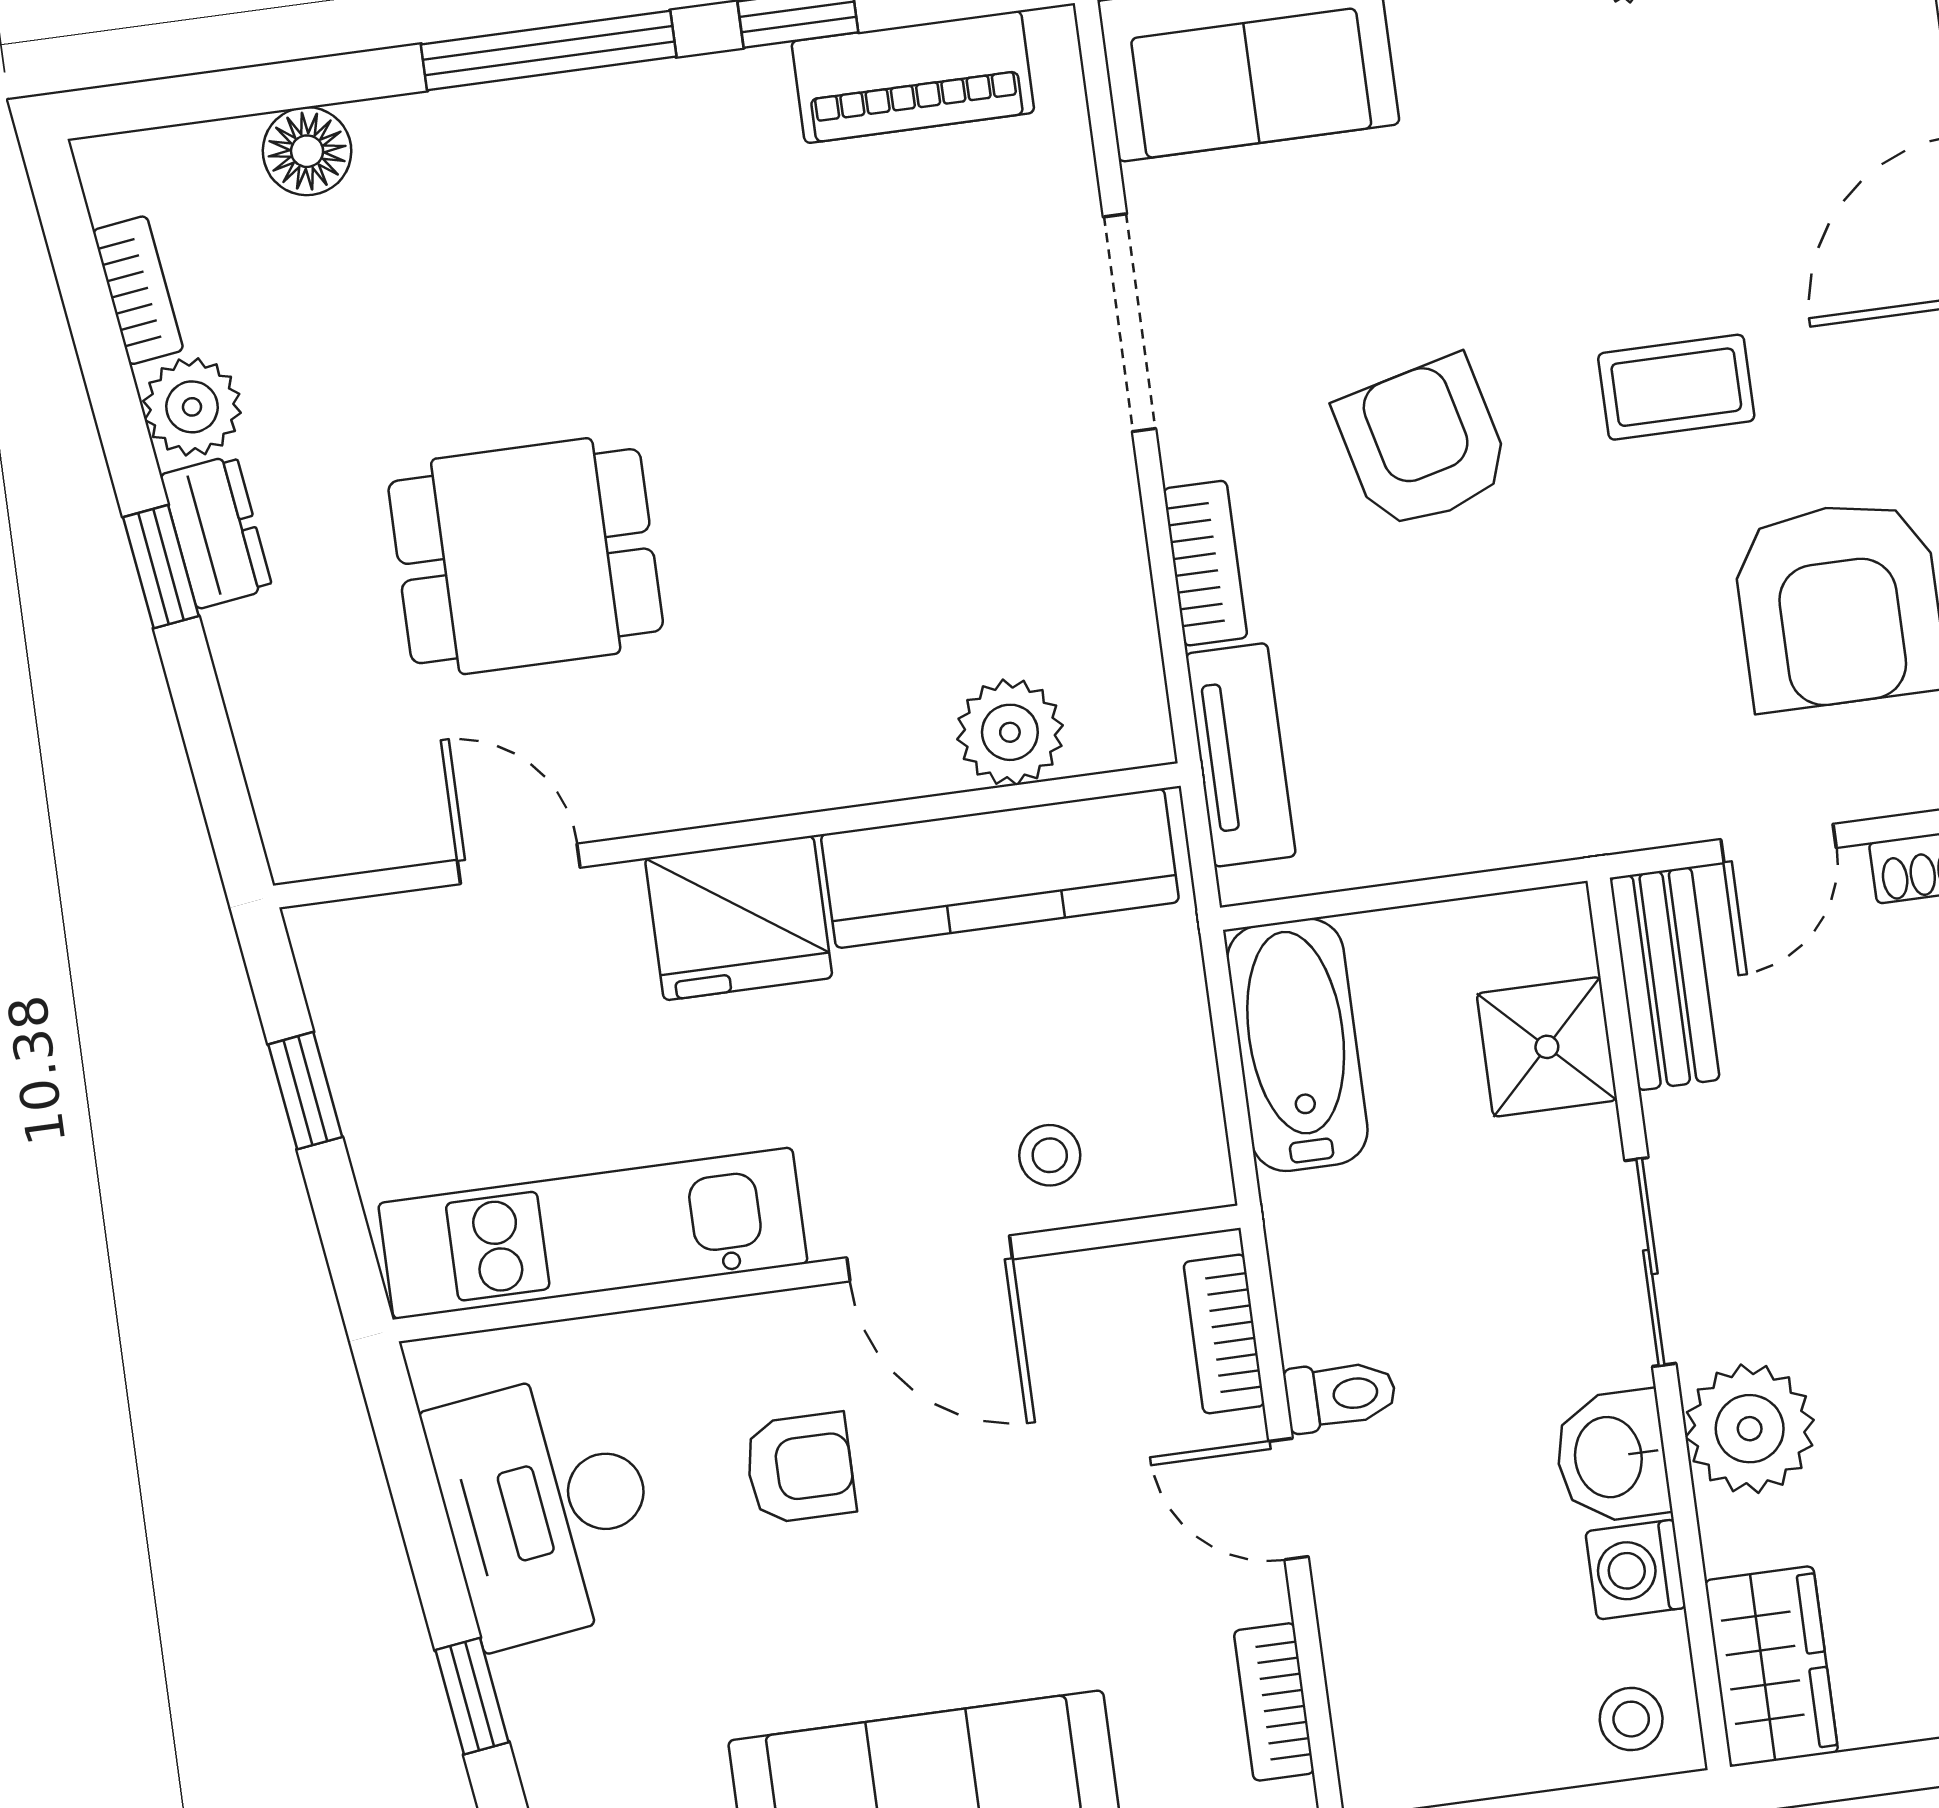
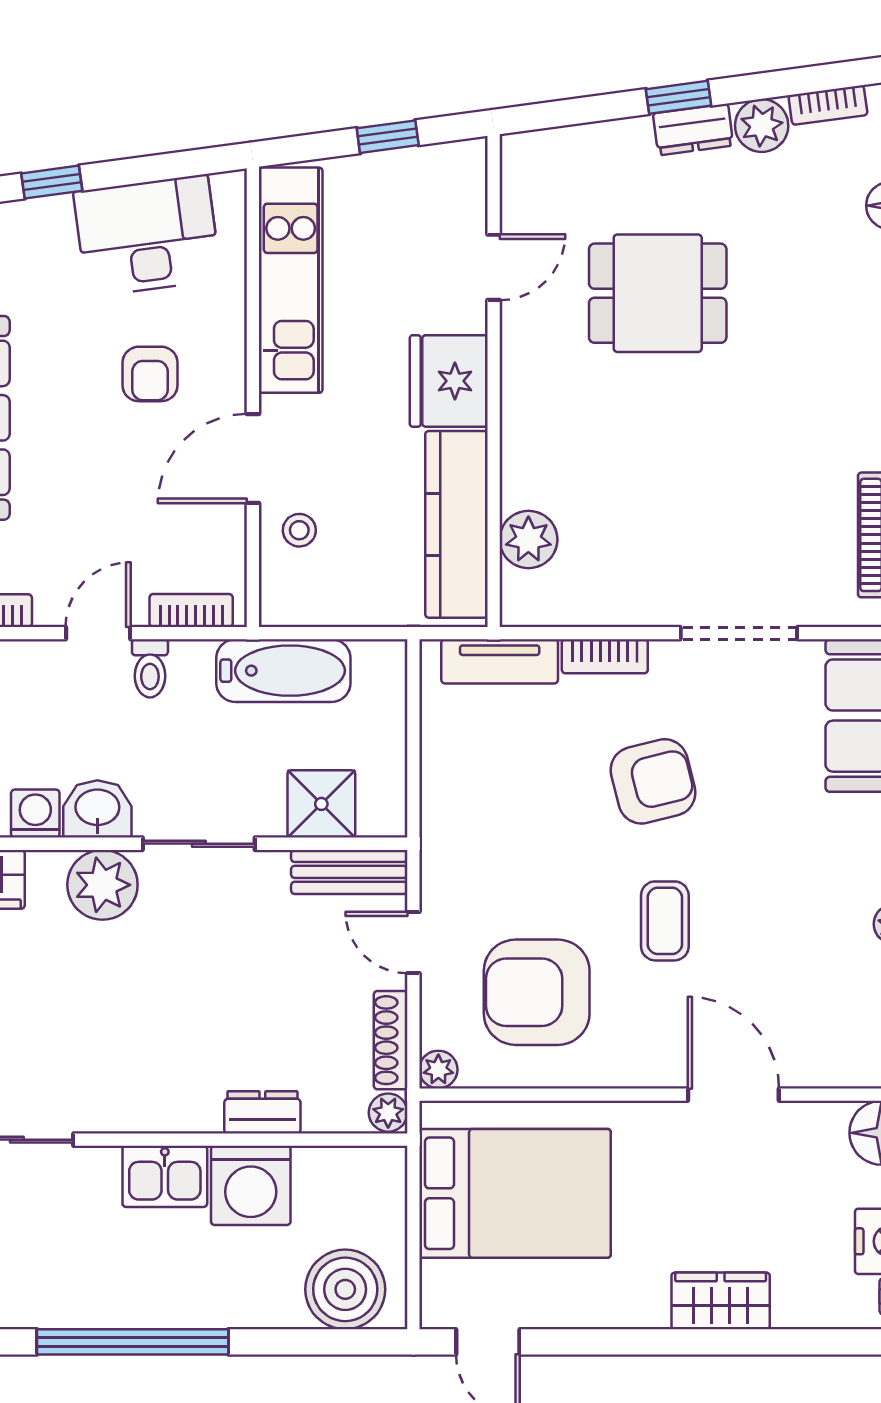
dining table: (526, 556) -> (658, 293), turned 90
bathtub: (1297, 1045) -> (283, 671), moved

